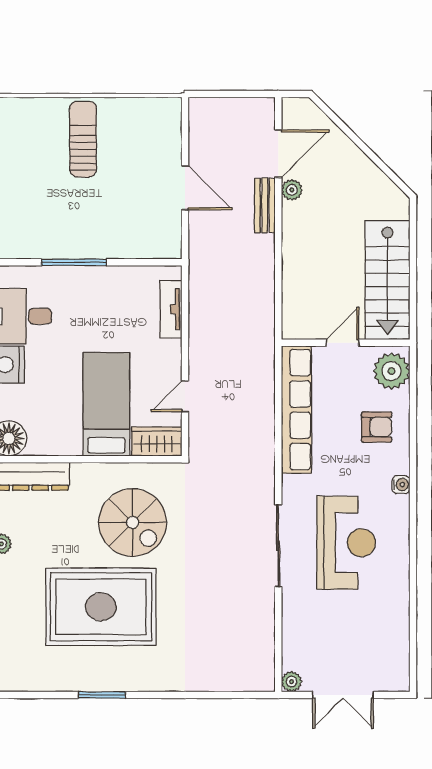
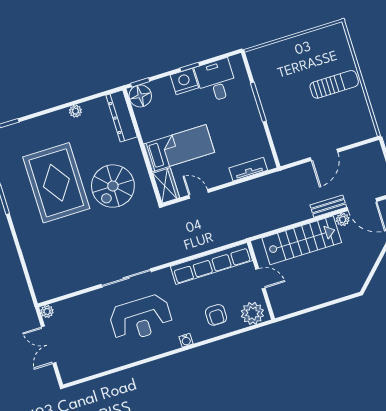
stairs: (387, 280) -> (302, 240), moved, turned 180

